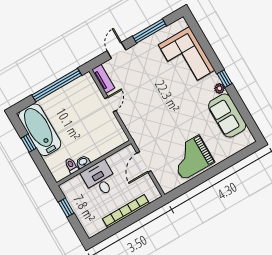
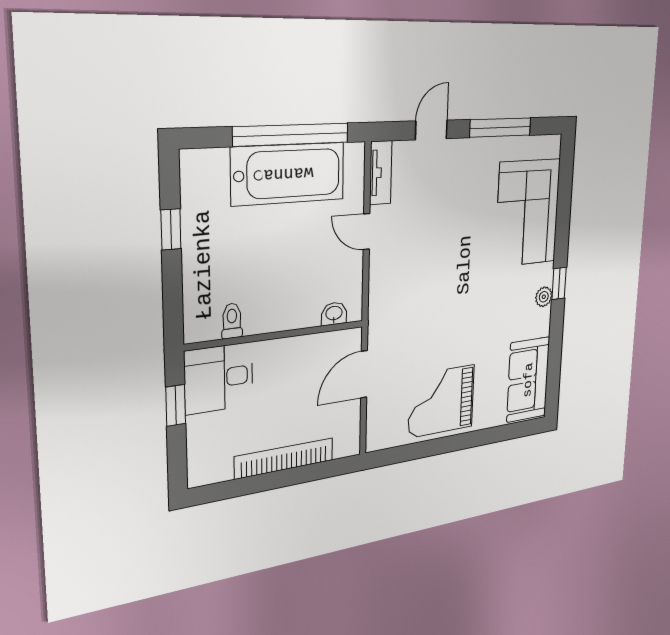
door: (110, 105) -> (366, 232), swing flipped
sofa: (227, 116) -> (528, 380), moved
bathtub: (40, 130) -> (288, 174), moved, turned 90
washbasin: (83, 162) -> (334, 314), moved
desk: (100, 179) -> (219, 378), moved, turned -90

